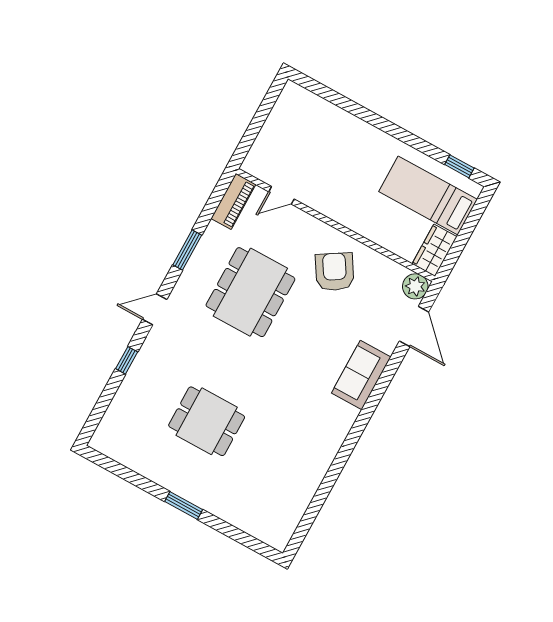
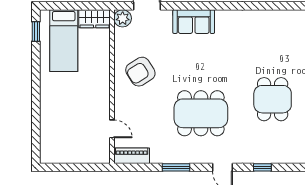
dining table: (250, 292) -> (201, 113), moved

